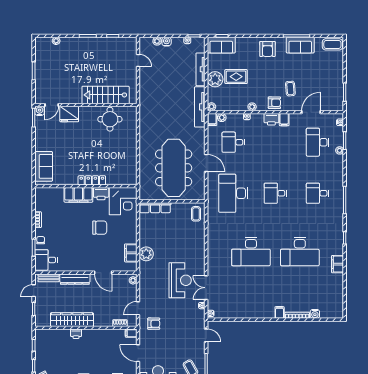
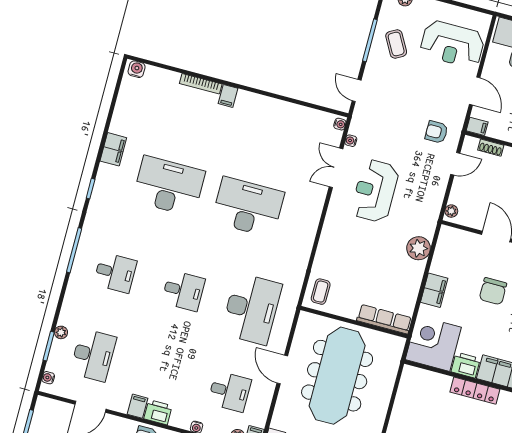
chair: (100, 228) -> (493, 291), moved, turned -90
filing cabinet: (131, 253) -> (434, 290), moved
double door: (206, 288) -> (336, 168), swing flipped
water cooler: (315, 314) -> (137, 69), moved

